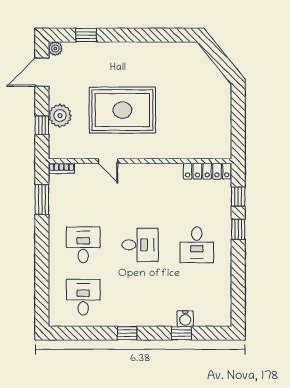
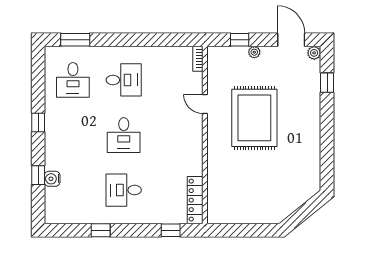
plant: (60, 116) -> (254, 52), width x0.53, depth x0.53
door: (108, 161) -> (205, 104), hinge flipped
window: (42, 199) -> (75, 40), moved
window: (238, 229) -> (101, 230), moved
desk: (83, 297) -> (73, 80), turned 90

